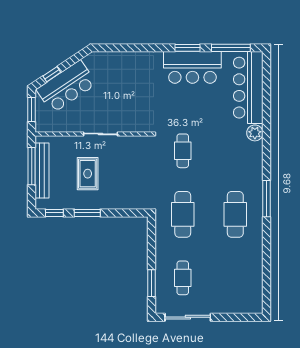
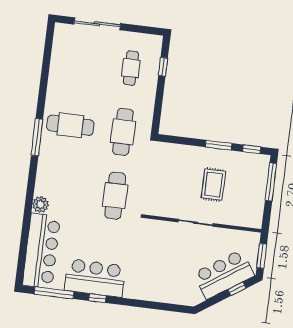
window: (188, 48) -> (97, 298), width x0.67
cafe table: (183, 151) -> (115, 196), width x1.37, depth x1.35
window: (32, 166) -> (271, 182), moved
bench: (42, 171) -> (259, 193), removed
cafe table: (235, 214) -> (70, 125), turned 90
window: (151, 283) -> (163, 67), width x0.67
sliding door: (188, 317) -> (97, 24), moved

